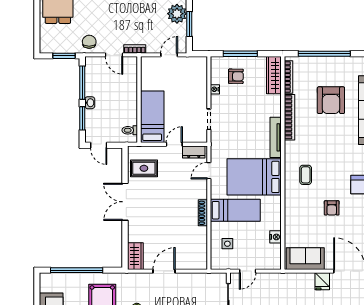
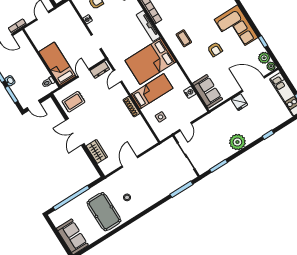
wardrobe: (135, 256) -> (97, 151), moved
sofa: (305, 259) -> (208, 91), moved, turned 90

